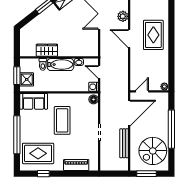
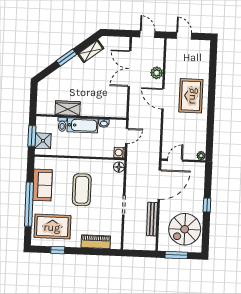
door: (99, 72) -> (127, 136), swing flipped
sofa: (34, 101) -> (42, 185), moved, turned -90
window: (171, 129) -> (207, 205), width x0.32

